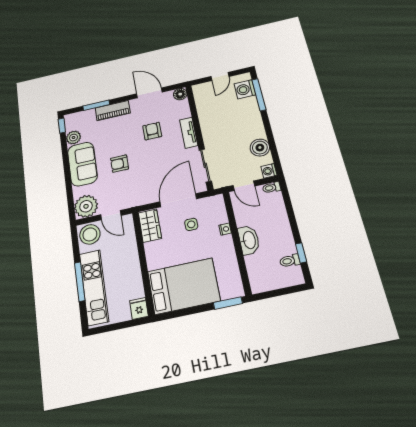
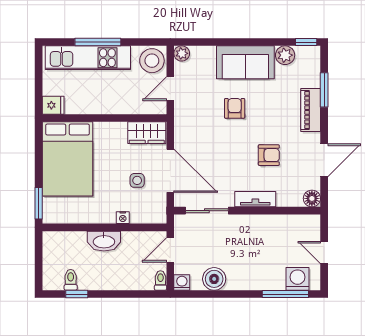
plant: (86, 206) -> (182, 53), width x0.53, depth x0.53

